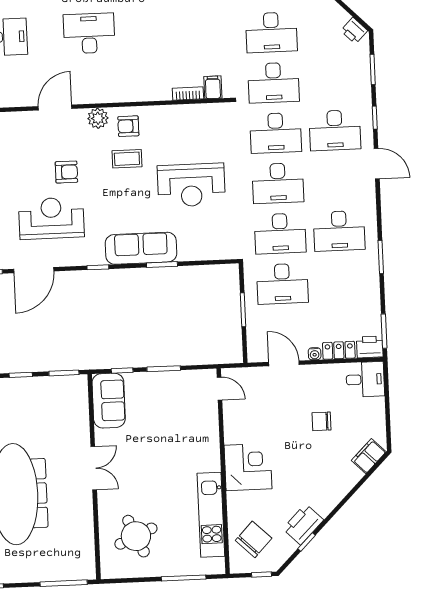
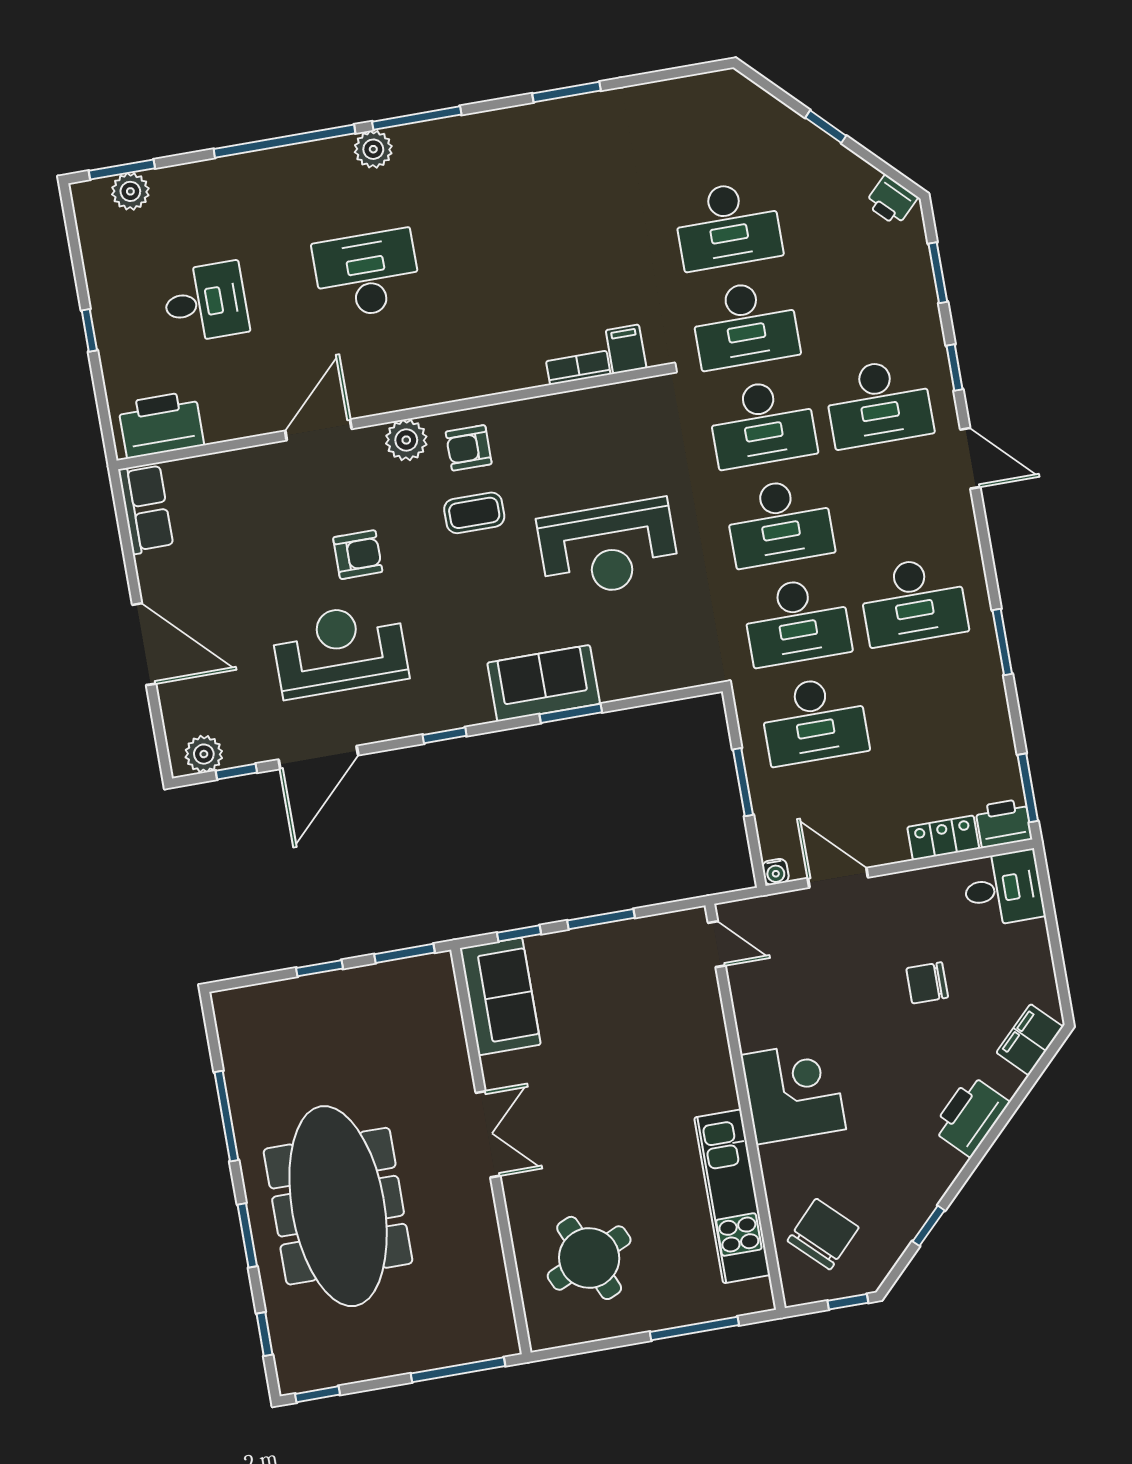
sofa: (141, 248) -> (544, 683), width x0.73
water cooler: (315, 354) -> (775, 872), moved
printer: (303, 524) -> (970, 1116), moved

